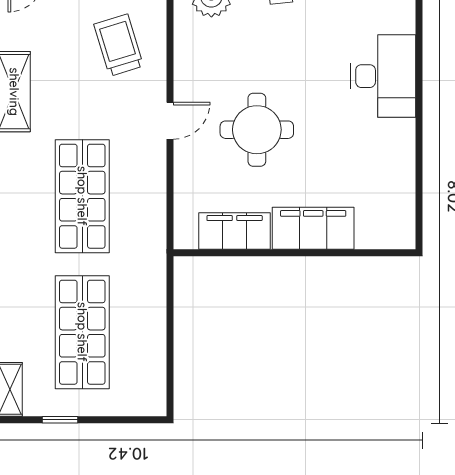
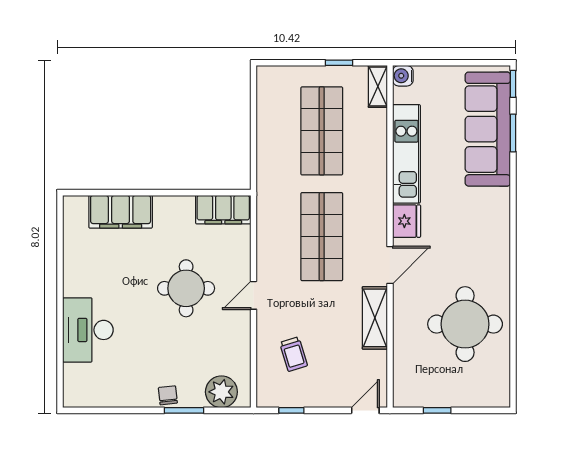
trolley: (119, 45) -> (293, 354), width x0.73, depth x0.72
filing cabinet: (313, 228) -> (121, 212), moved
filing cabinet: (235, 231) -> (223, 210), moved

